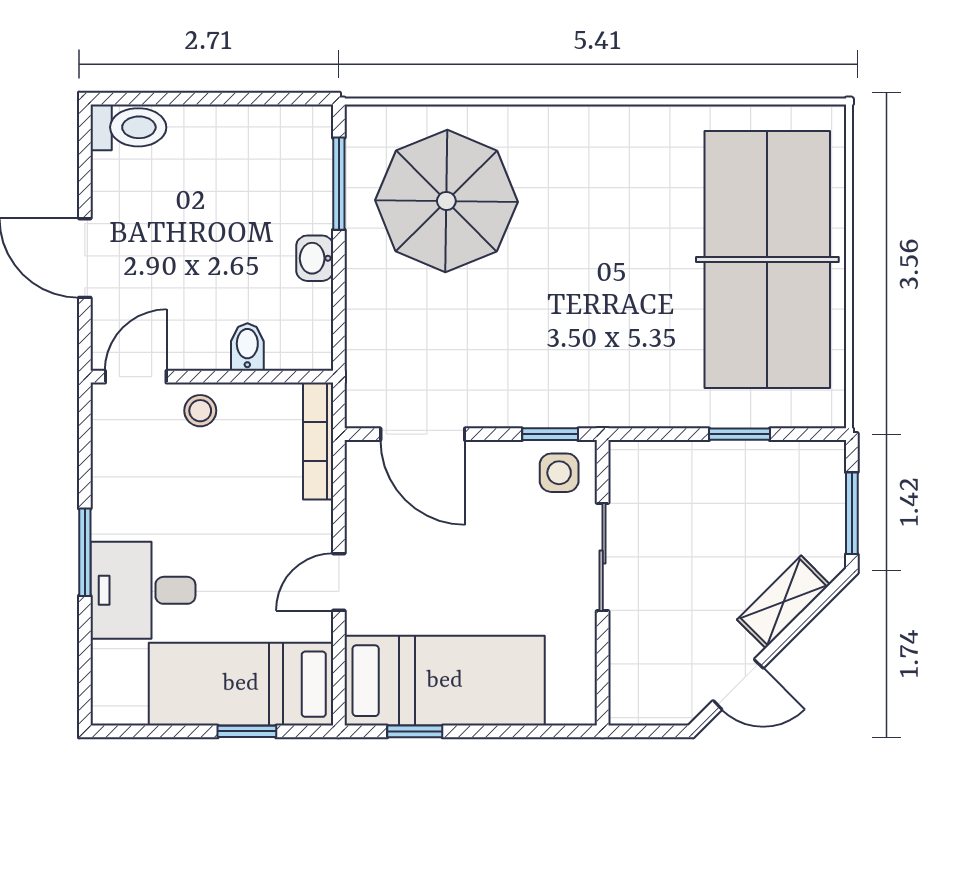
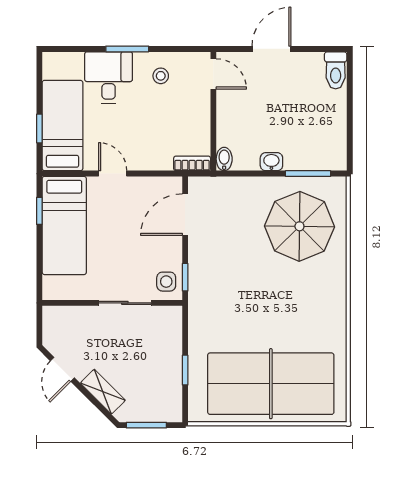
bidet: (247, 347) -> (224, 159), moved, turned -90
stool: (200, 411) -> (161, 76), moved
bookcase: (318, 441) -> (192, 163), width x0.64

